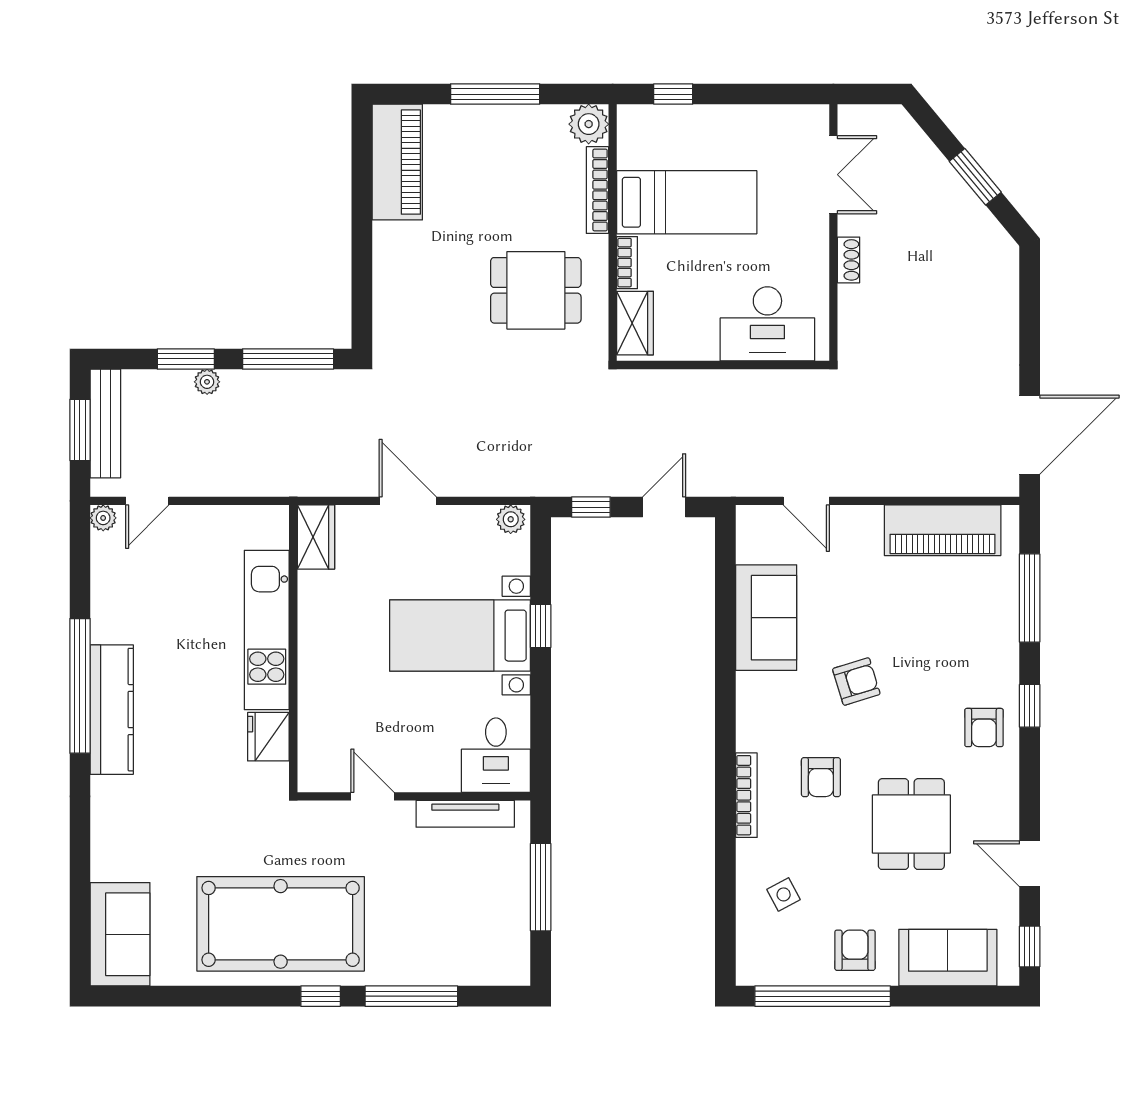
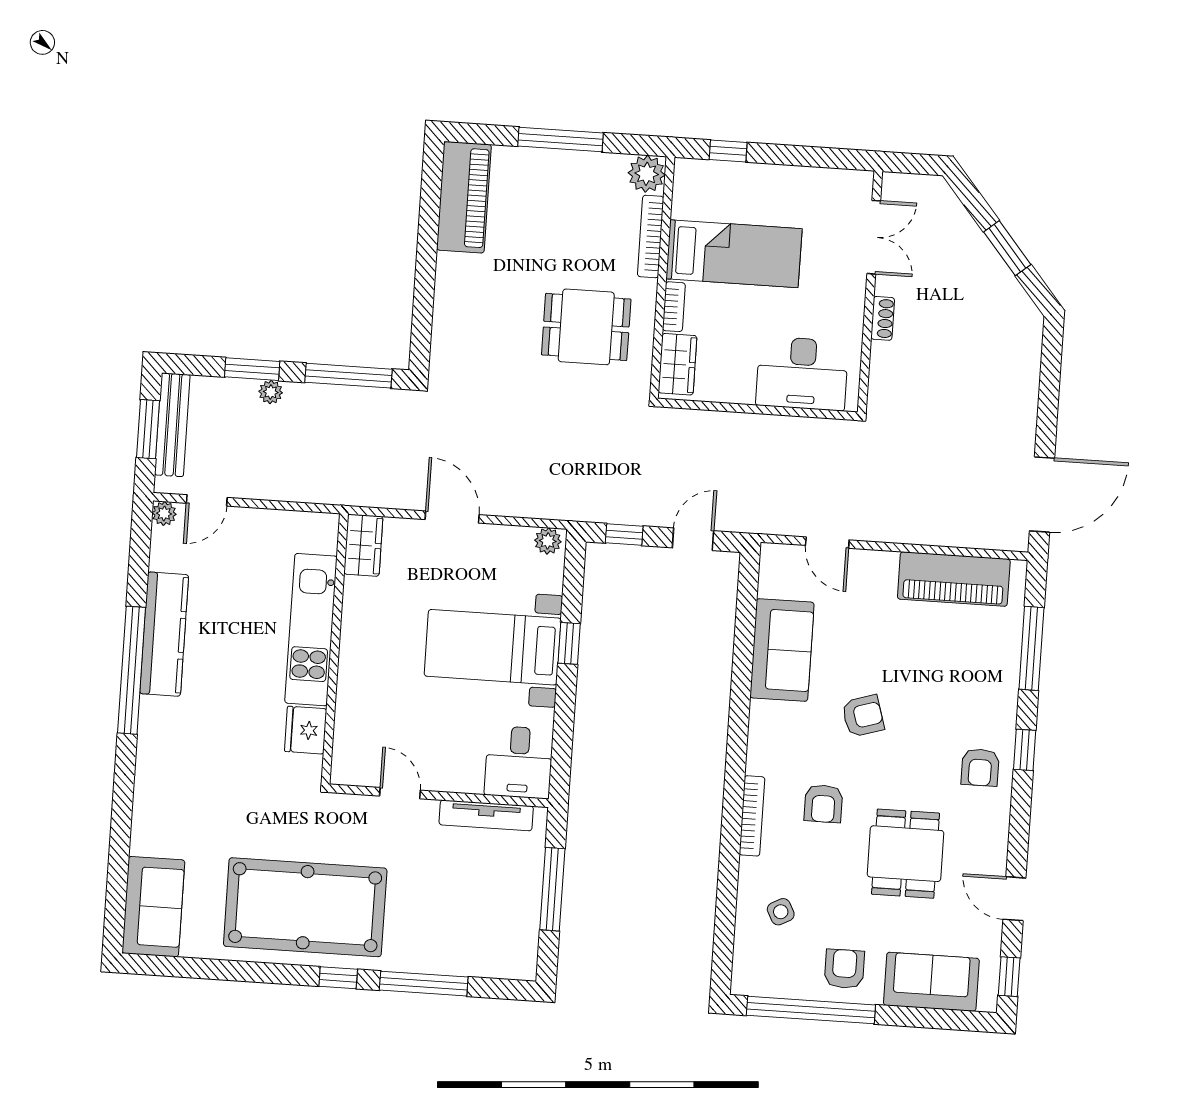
kitchen counter: (112, 710) -> (164, 634), moved

